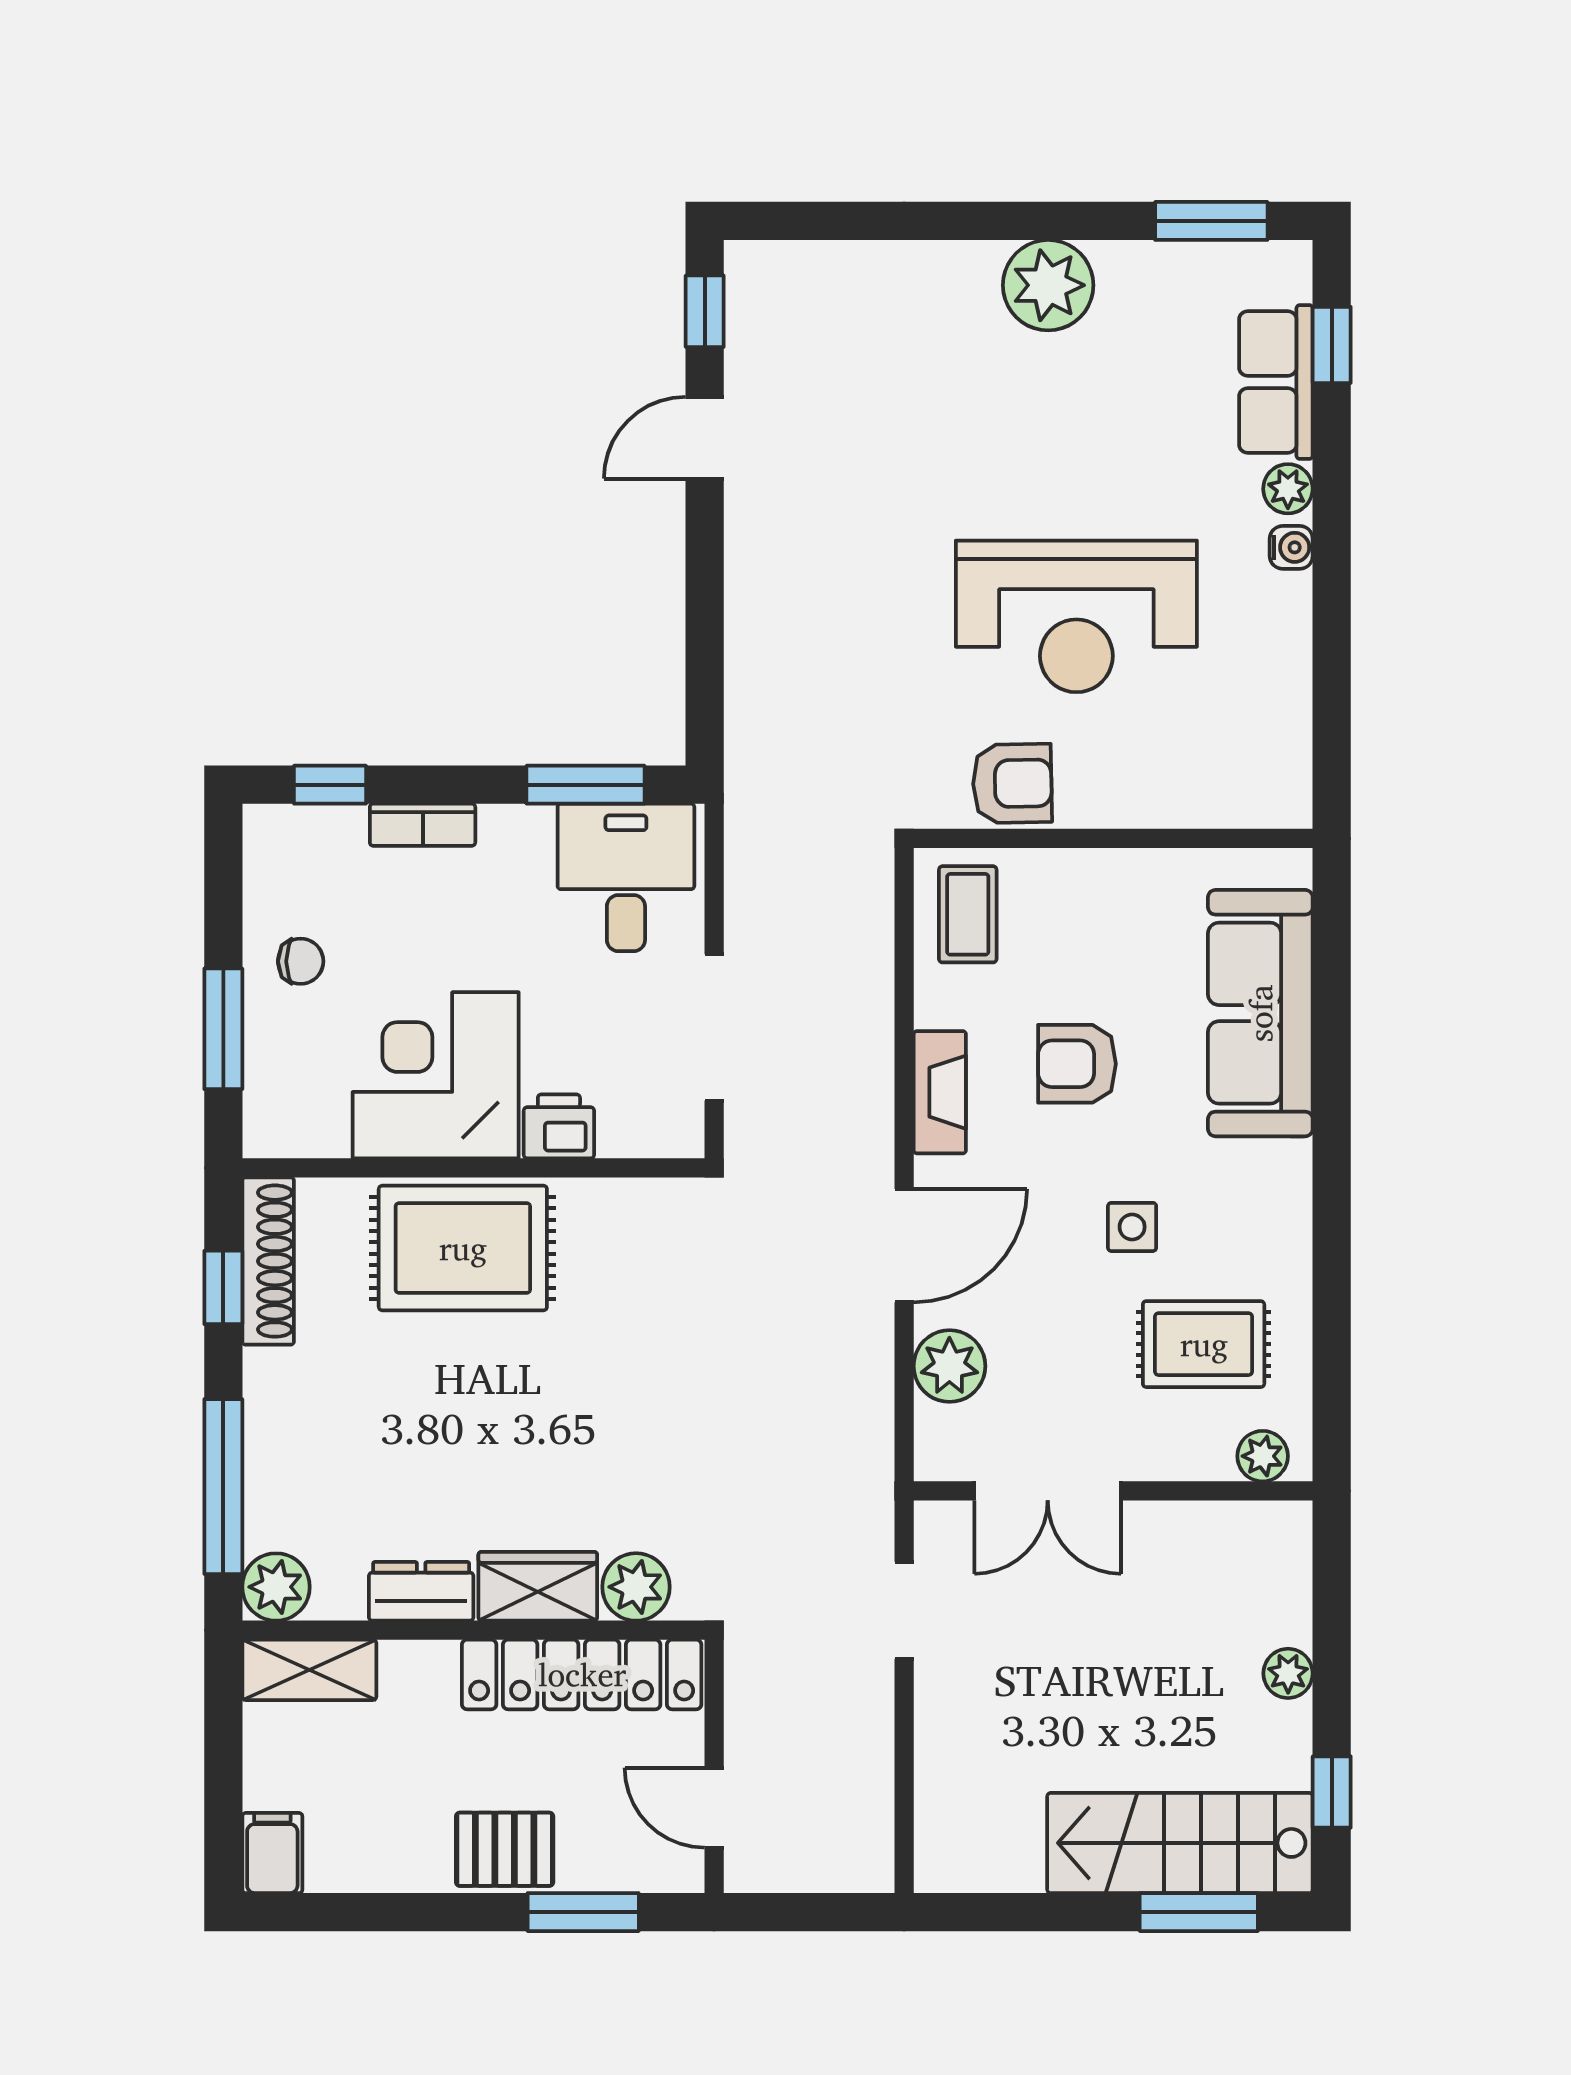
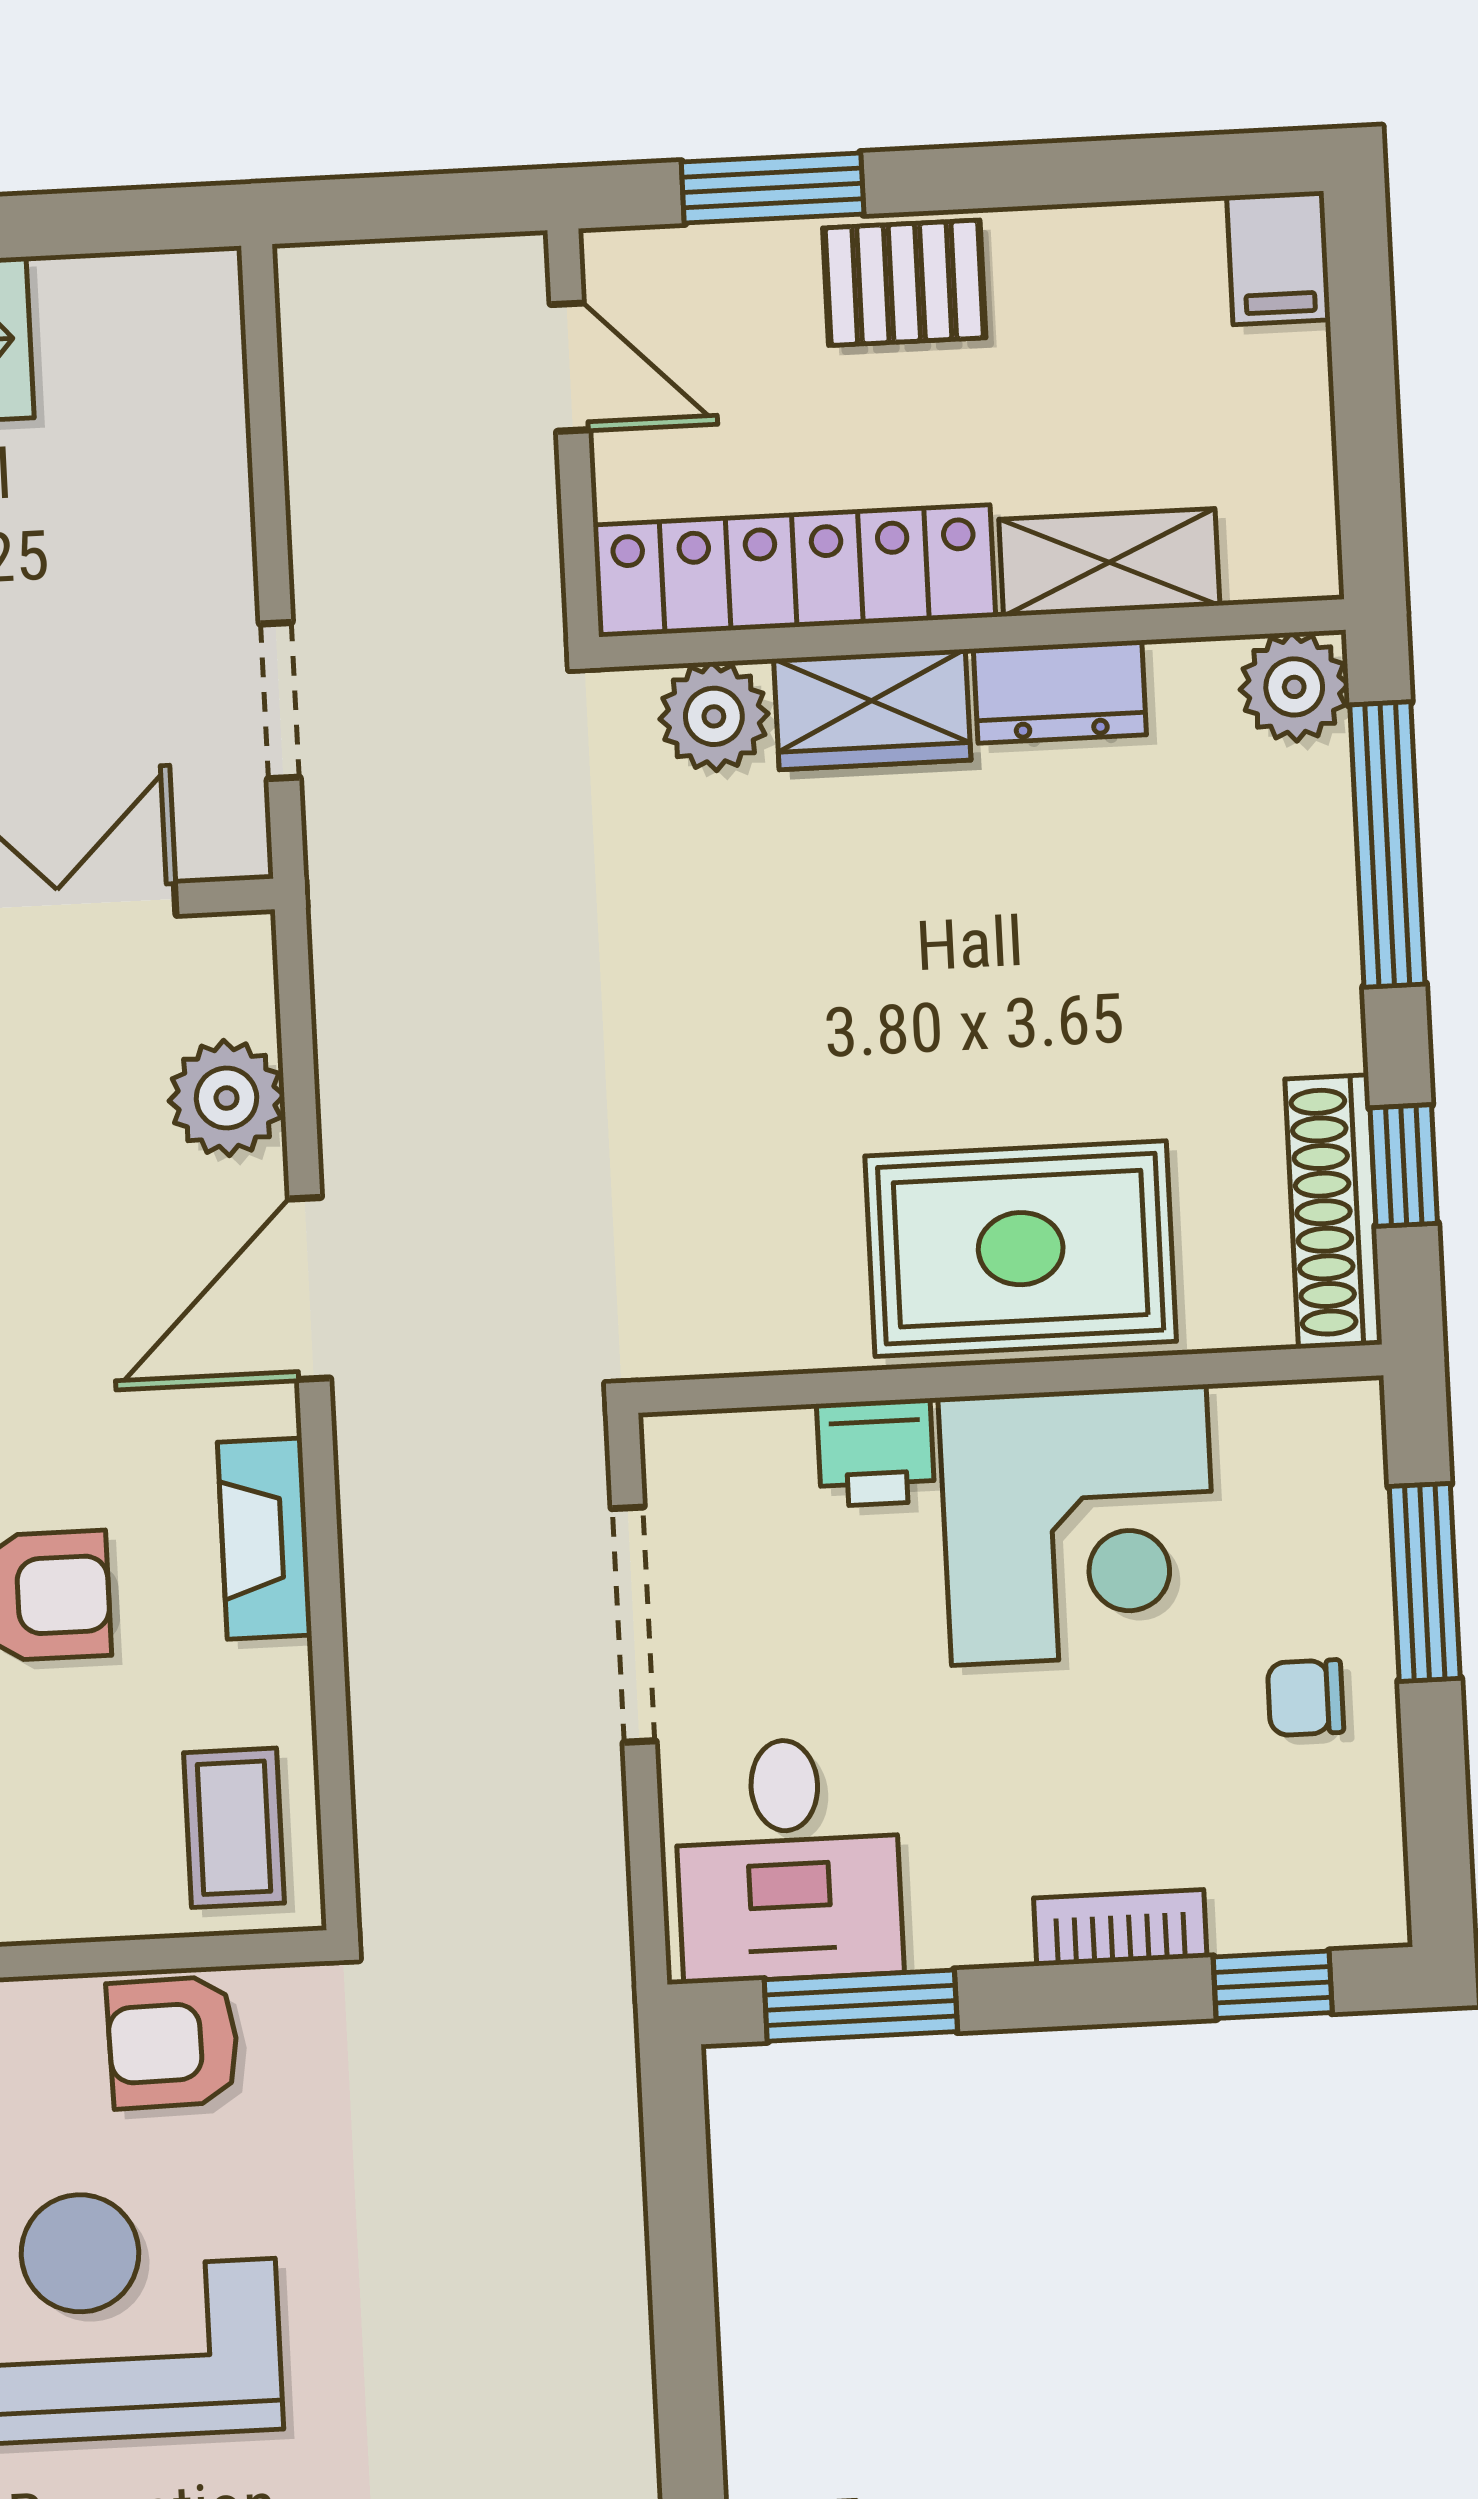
shelving: (309, 1670) -> (1109, 562), moved

